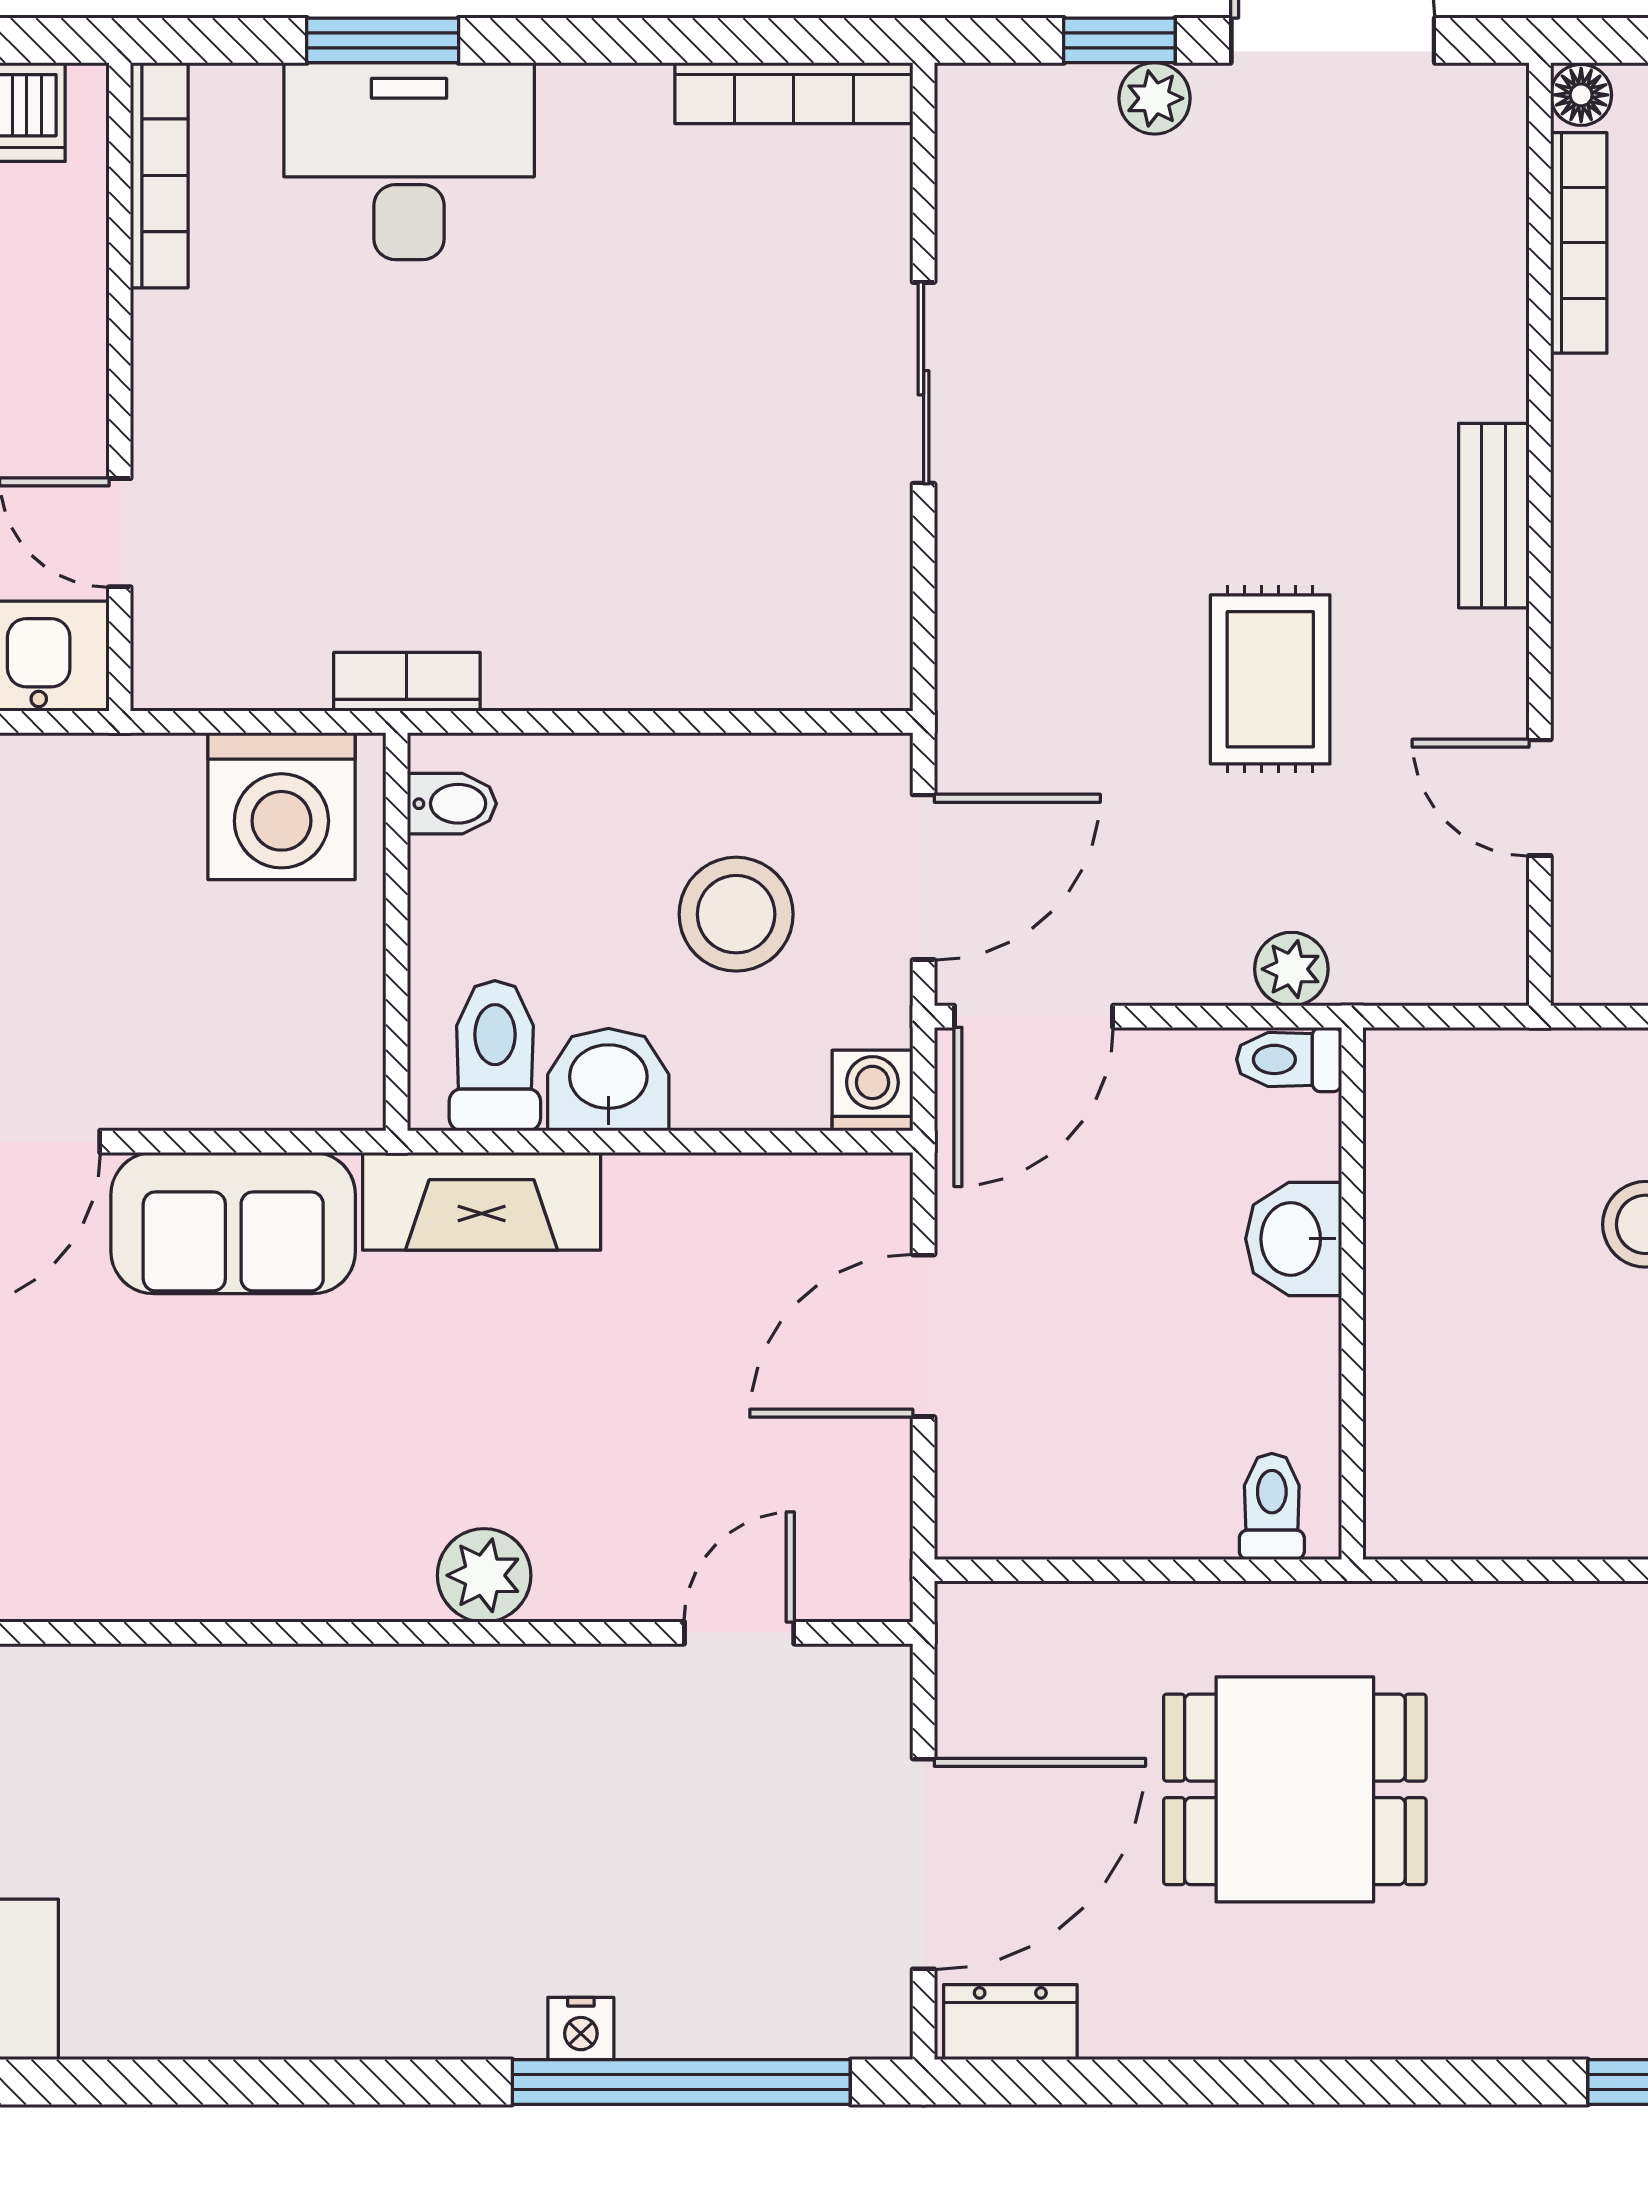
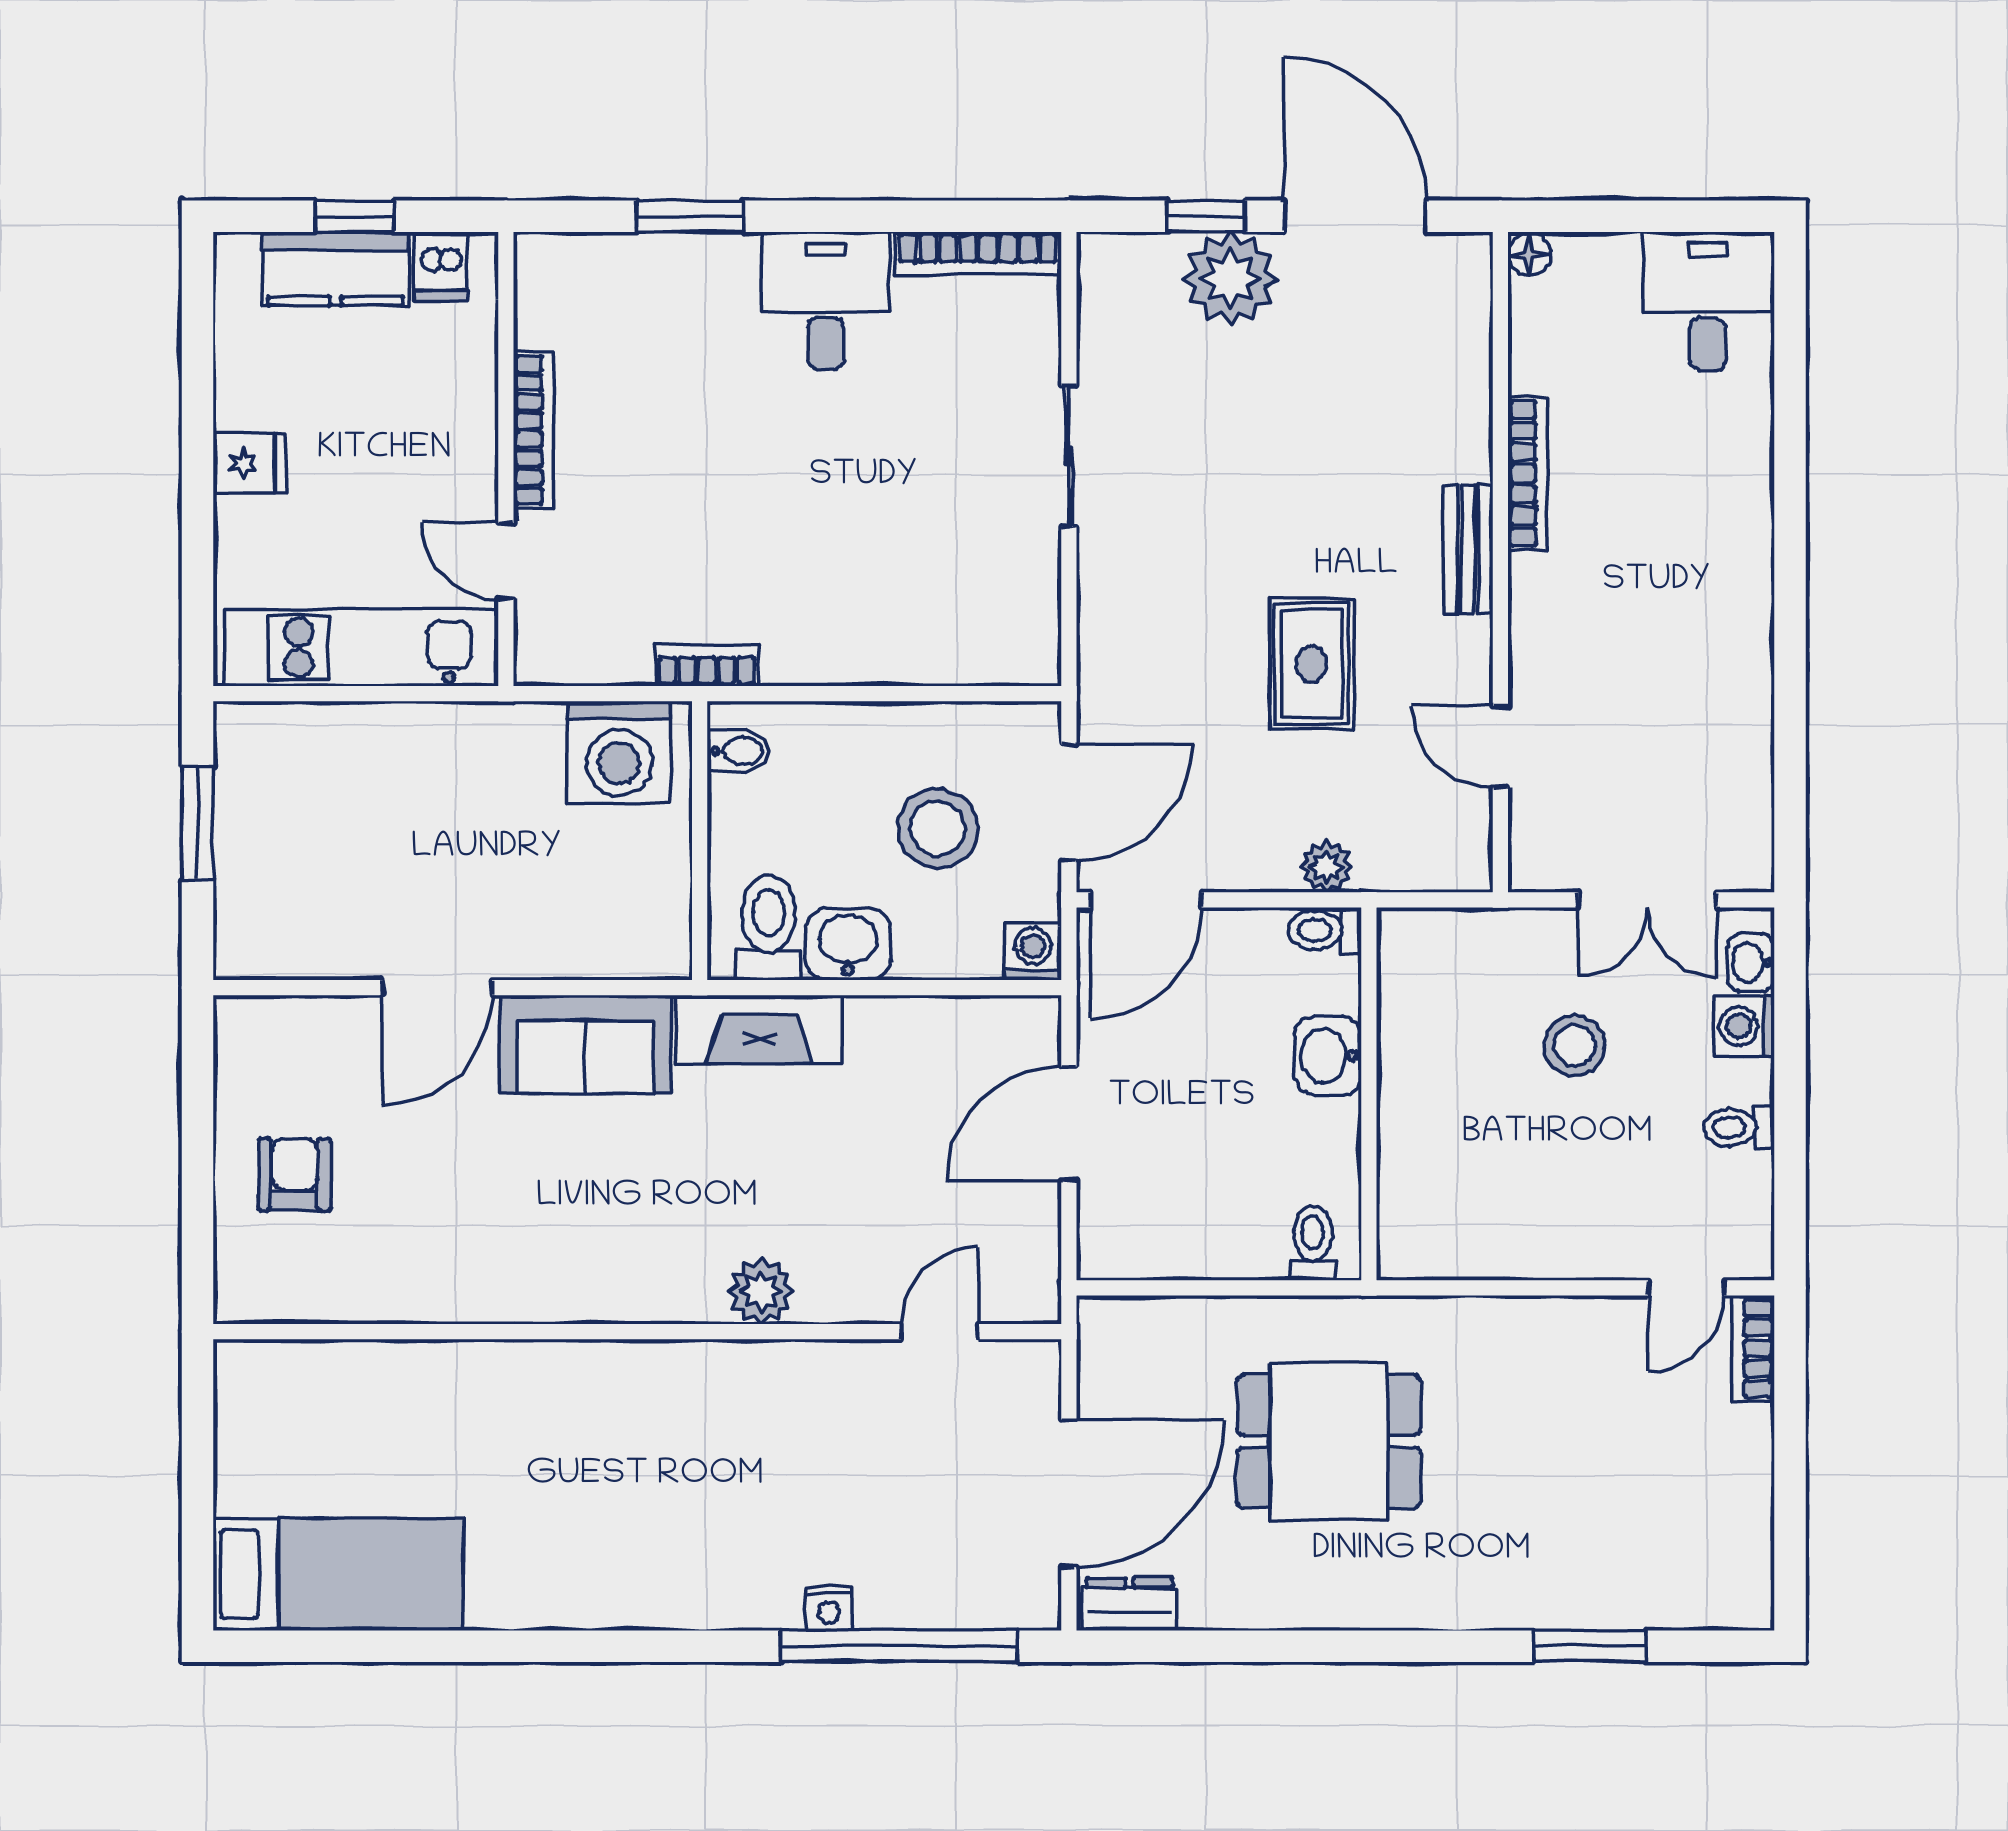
plant: (1155, 98) -> (1231, 279), width x1.88, depth x1.88
desk: (409, 161) -> (826, 301), moved, width x0.73
bookcase: (159, 175) -> (534, 430), moved
bookcase: (1579, 243) -> (1528, 474), moved

